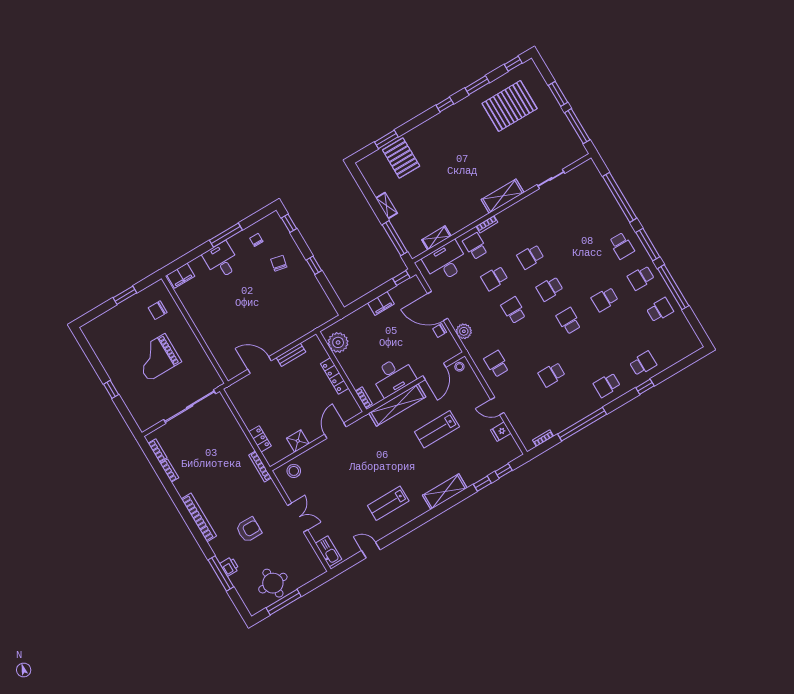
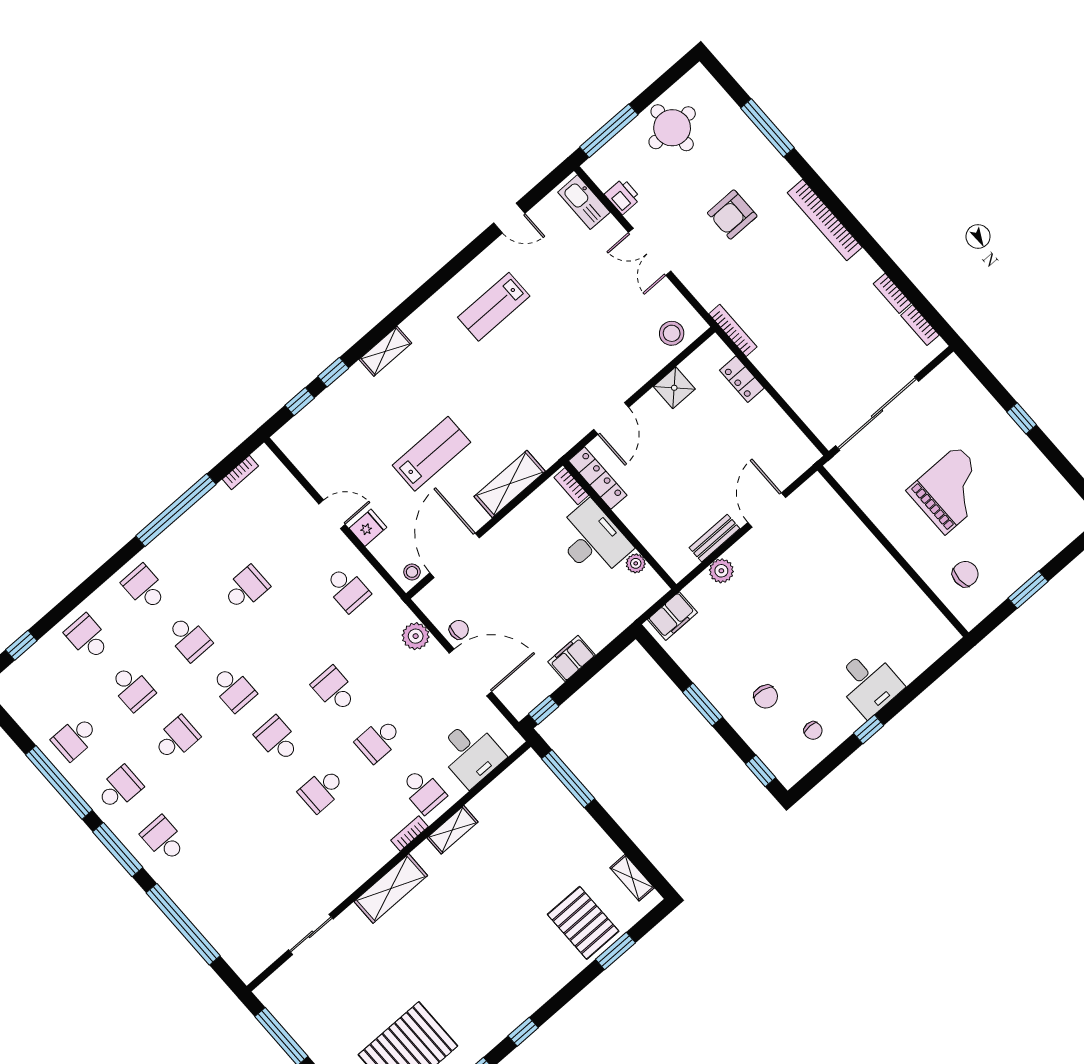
shelving: (386, 206) -> (632, 878), moved
window: (226, 235) -> (869, 729), width x0.46
shelving: (436, 238) -> (452, 830), moved
school desk: (530, 257) -> (322, 790), turned 180
desk: (446, 262) -> (471, 753), width x0.73
window: (314, 265) -> (703, 705), width x1.50
filing cabinet: (181, 276) -> (672, 616), moved, turned 180
school desk: (494, 278) -> (379, 740), turned 180
school desk: (550, 289) -> (278, 739), turned -90
school desk: (514, 310) -> (334, 690), turned 180
school desk: (624, 331) -> (132, 688), added
plant: (290, 336) -> (721, 571), added
plant: (338, 342) -> (636, 563), width x0.53, depth x0.53
school desk: (588, 353) -> (189, 638), added
school desk: (643, 363) -> (88, 637), turned 90
door: (260, 365) -> (767, 510), swing flipped
door: (434, 371) -> (455, 555), width x1.36
locker: (335, 376) -> (598, 478), moved
desk: (393, 376) -> (593, 540), moved, turned 90
school desk: (607, 385) -> (145, 588), turned -90
window: (645, 387) -> (21, 645), moved
shelving: (397, 405) -> (510, 484), width x0.68
fridge: (501, 432) -> (368, 528), moved
shelving: (445, 492) -> (385, 351), width x0.67, depth x0.75
lab bench: (388, 503) -> (494, 307), turned 180
printer: (230, 566) -> (623, 196), moved, turned 180
window: (284, 602) -> (609, 131), moved

